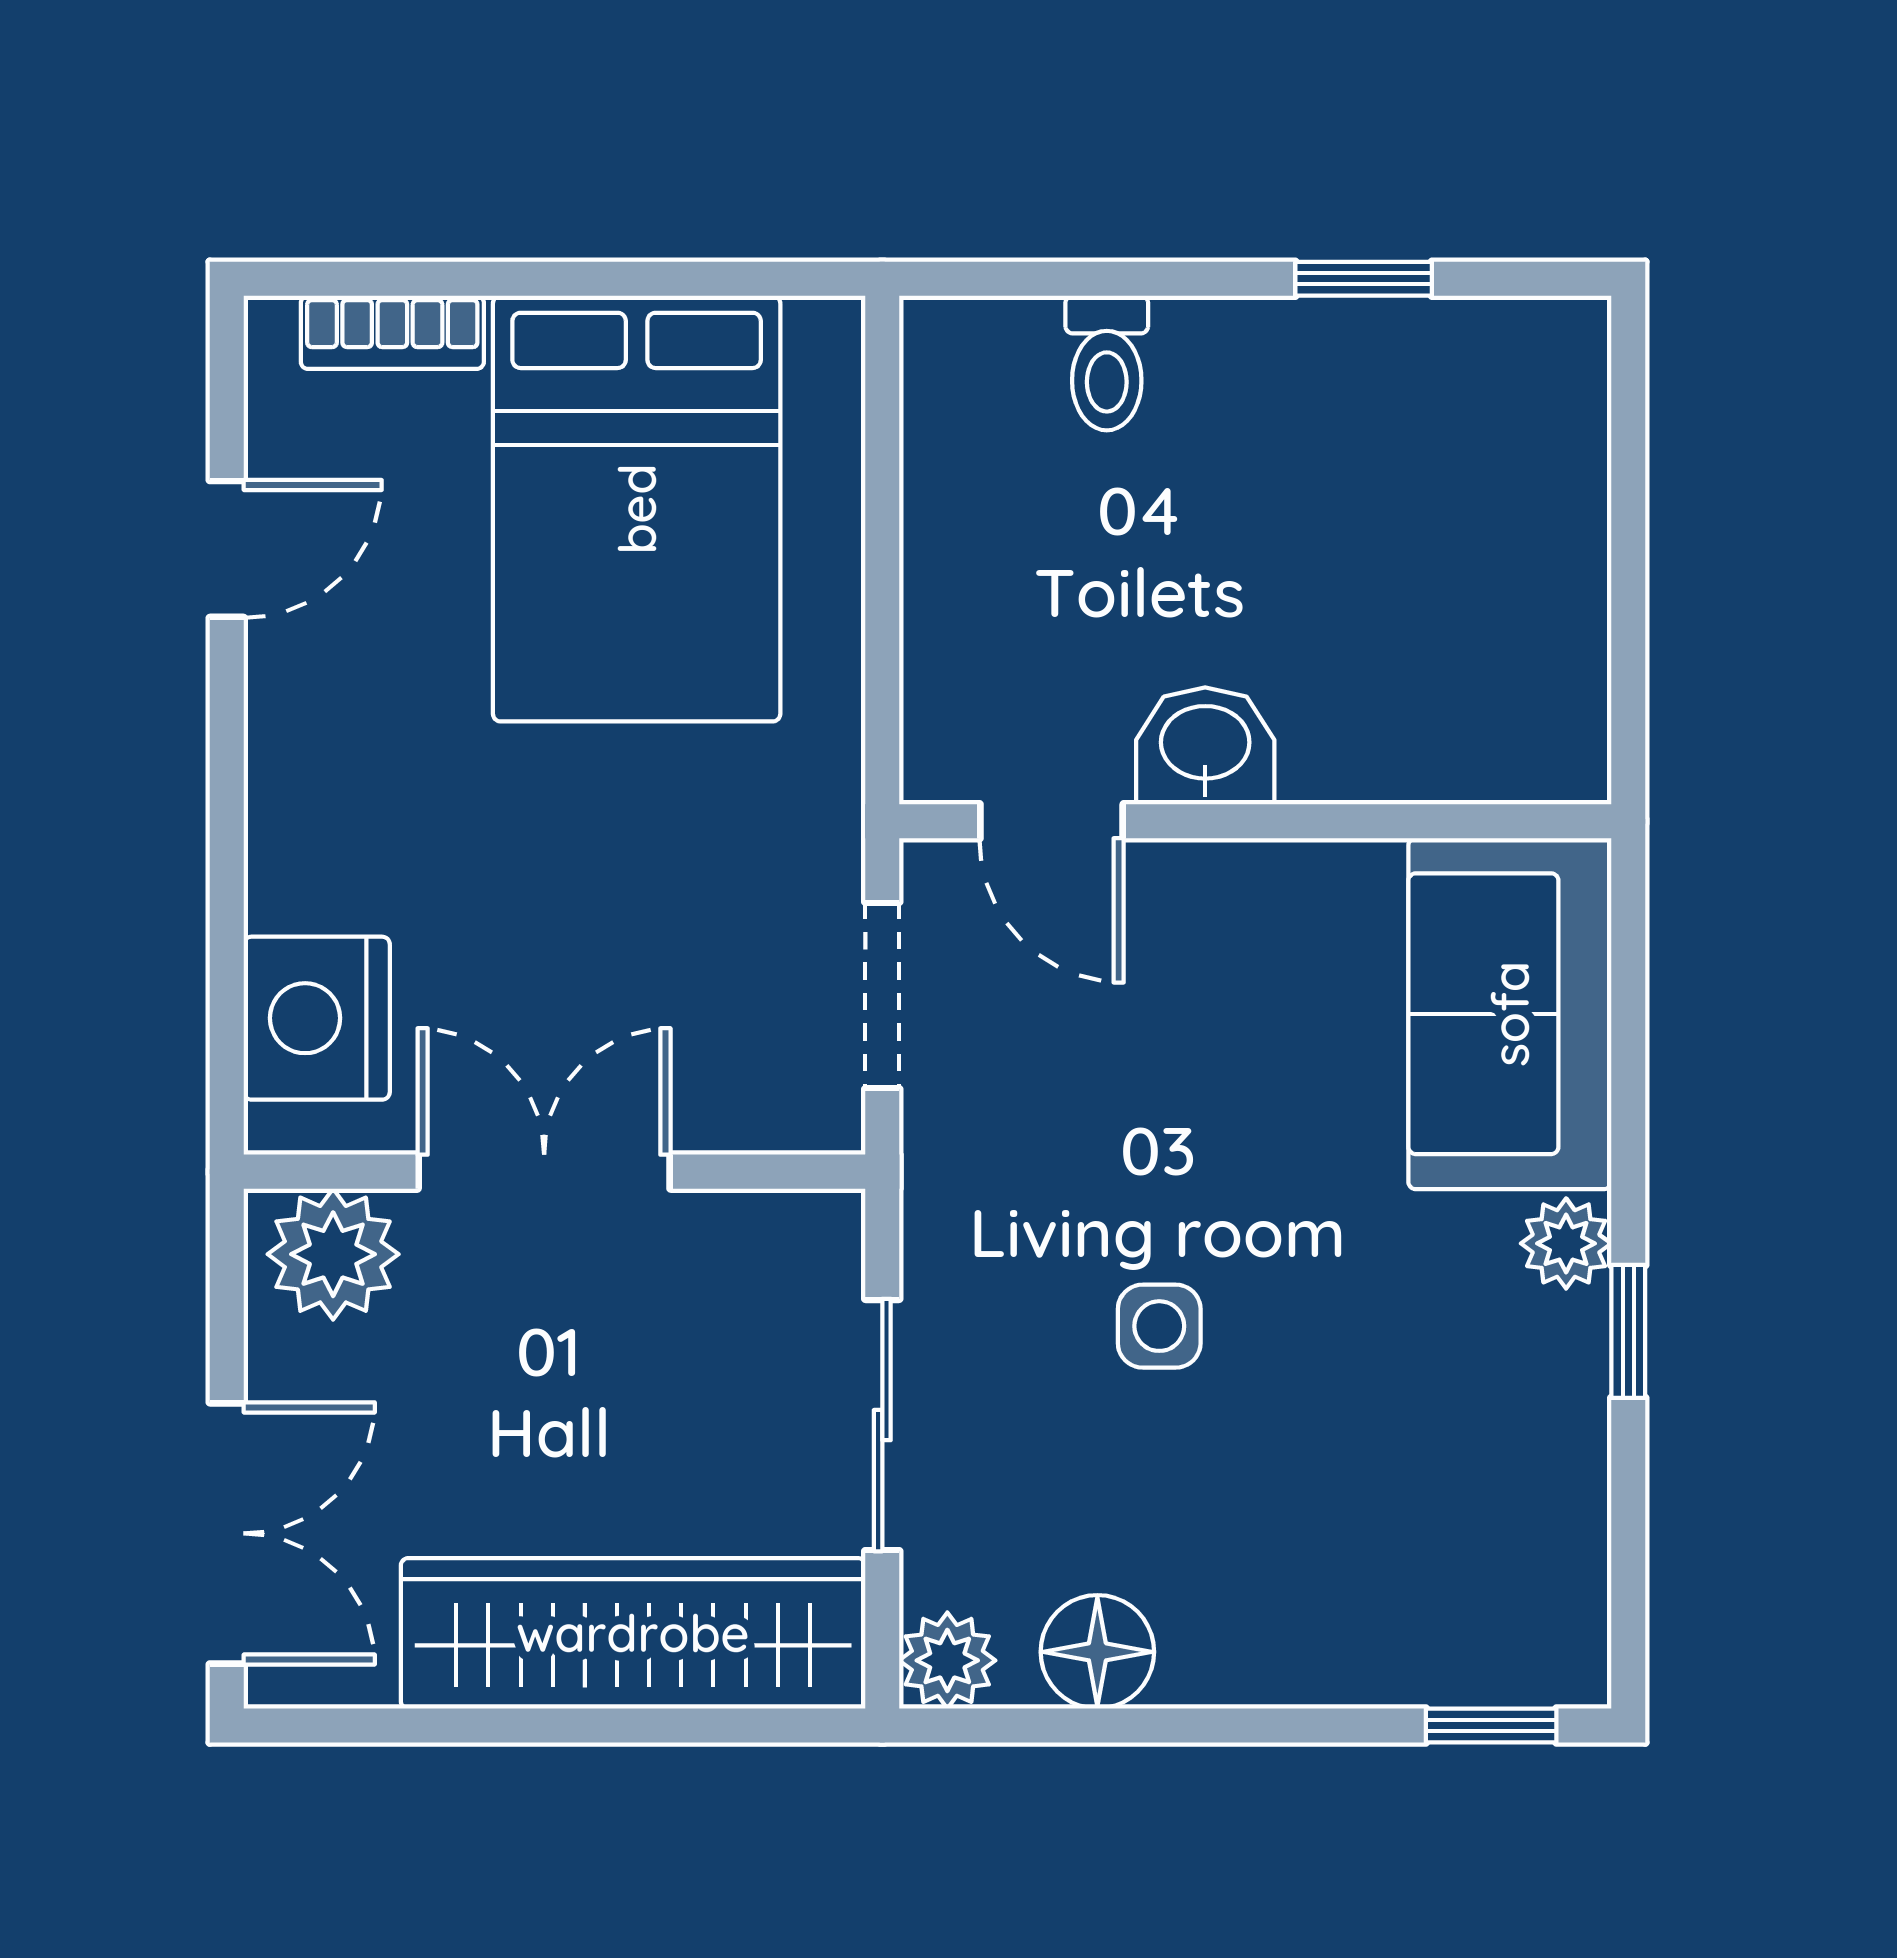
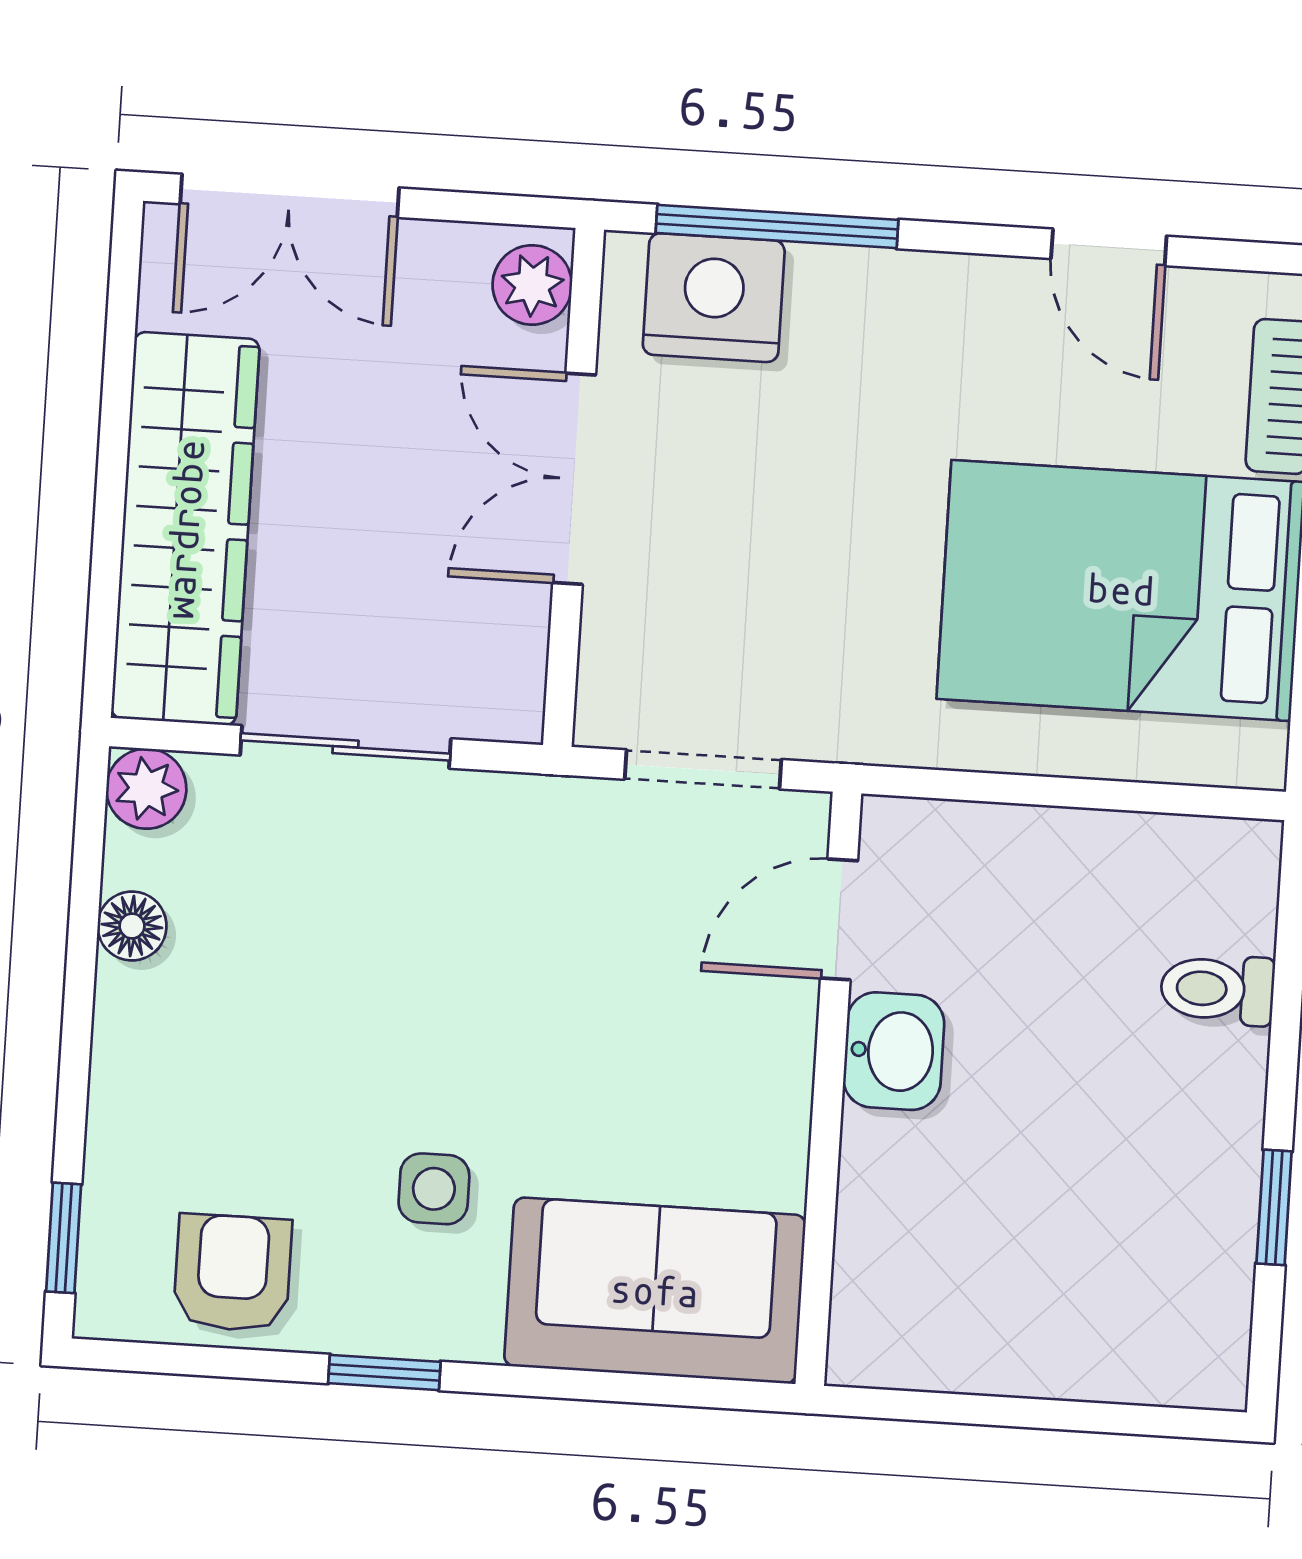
window: (227, 948) -> (777, 226), added
double door: (544, 1172) -> (574, 479), swing flipped
plant: (1566, 1243) -> (461, 1325), removed
plant: (333, 1254) -> (532, 285), width x0.73, depth x0.73
side table: (1159, 1326) -> (434, 1189), moved
armchair: (1520, 1521) -> (233, 1273), added
floor lamp: (1097, 1652) -> (132, 926), width x0.73, depth x0.73

